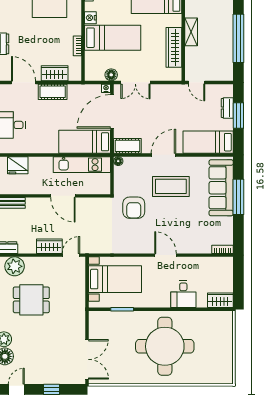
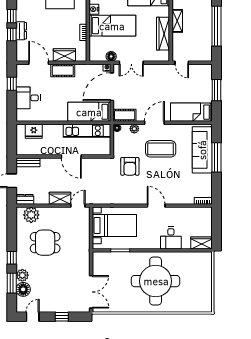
dresser: (227, 108) -> (207, 84), removed
plant: (139, 162) -> (134, 129), added

